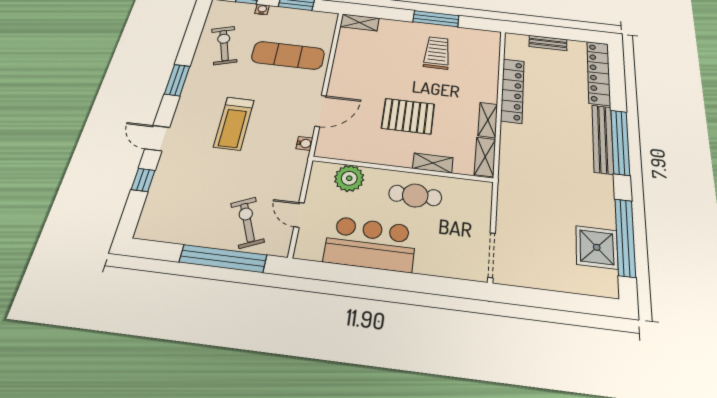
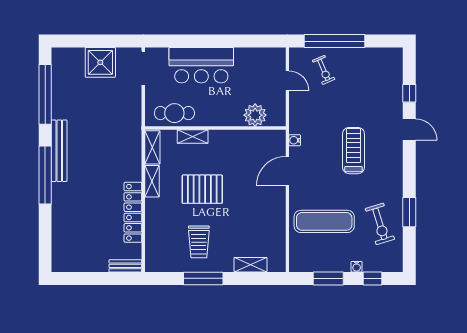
shelving: (360, 22) -> (251, 265), moved
bench: (548, 43) -> (125, 266), moved
locker: (599, 73) -> (61, 240), removed
window: (177, 80) -> (409, 212), moved
pallet: (408, 116) -> (202, 189), moved
bench: (603, 139) -> (59, 151), moved
cafe table: (415, 195) -> (174, 113), moved
exercise bike: (247, 223) -> (324, 70), width x0.73, depth x0.72
bar counter: (370, 244) -> (201, 65), moved
shower: (597, 247) -> (100, 62), moved

